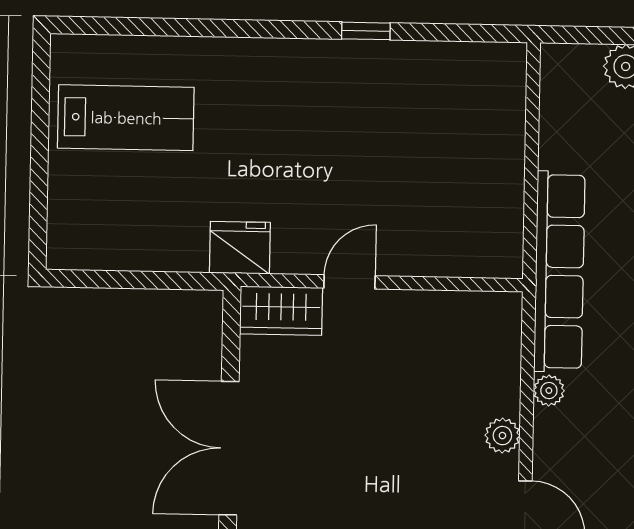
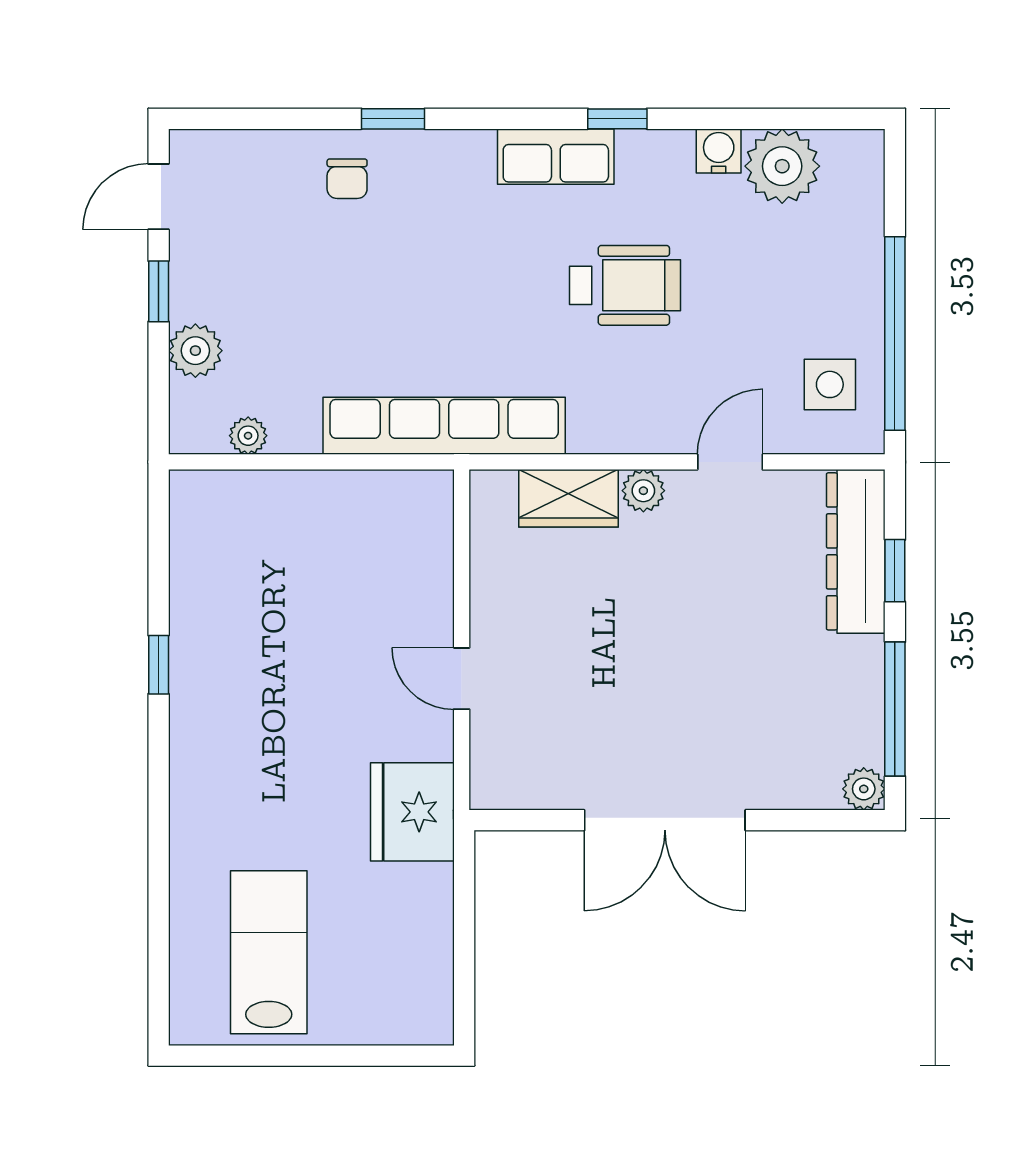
fridge: (240, 248) -> (412, 812), width x1.36, depth x1.34
wardrobe: (281, 311) -> (569, 498), moved, turned 90
plant: (549, 391) -> (248, 436), moved

